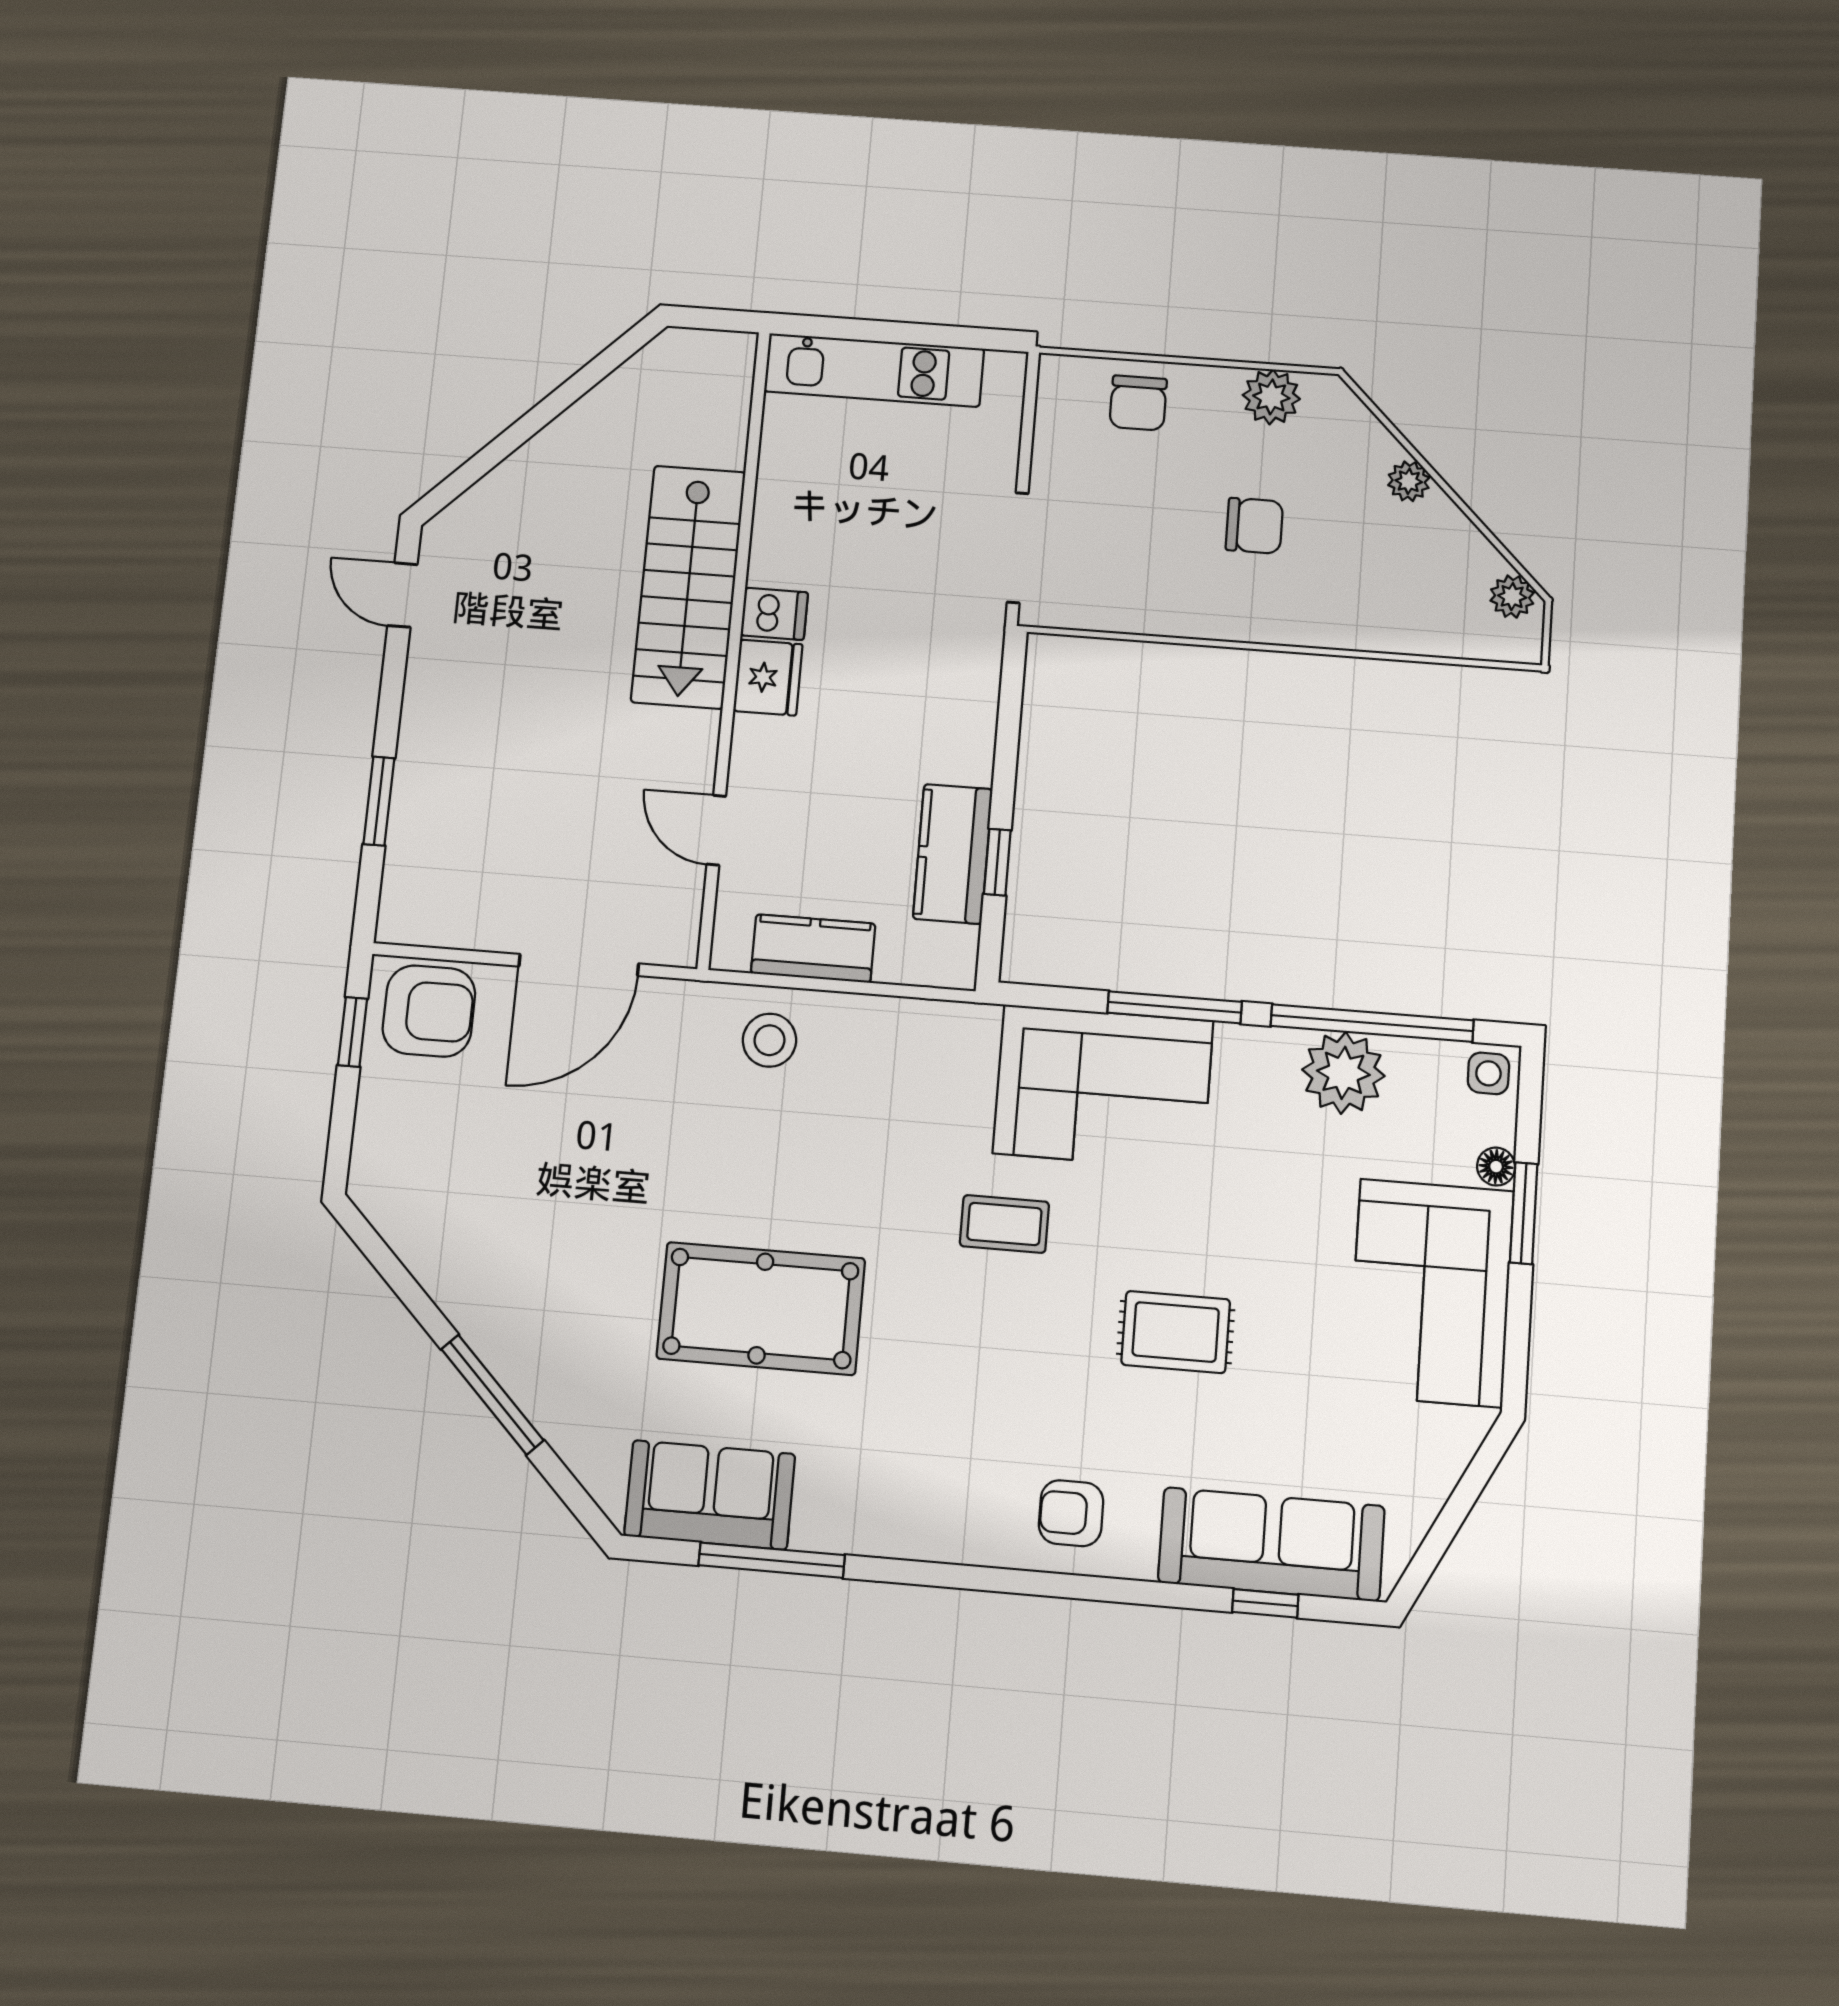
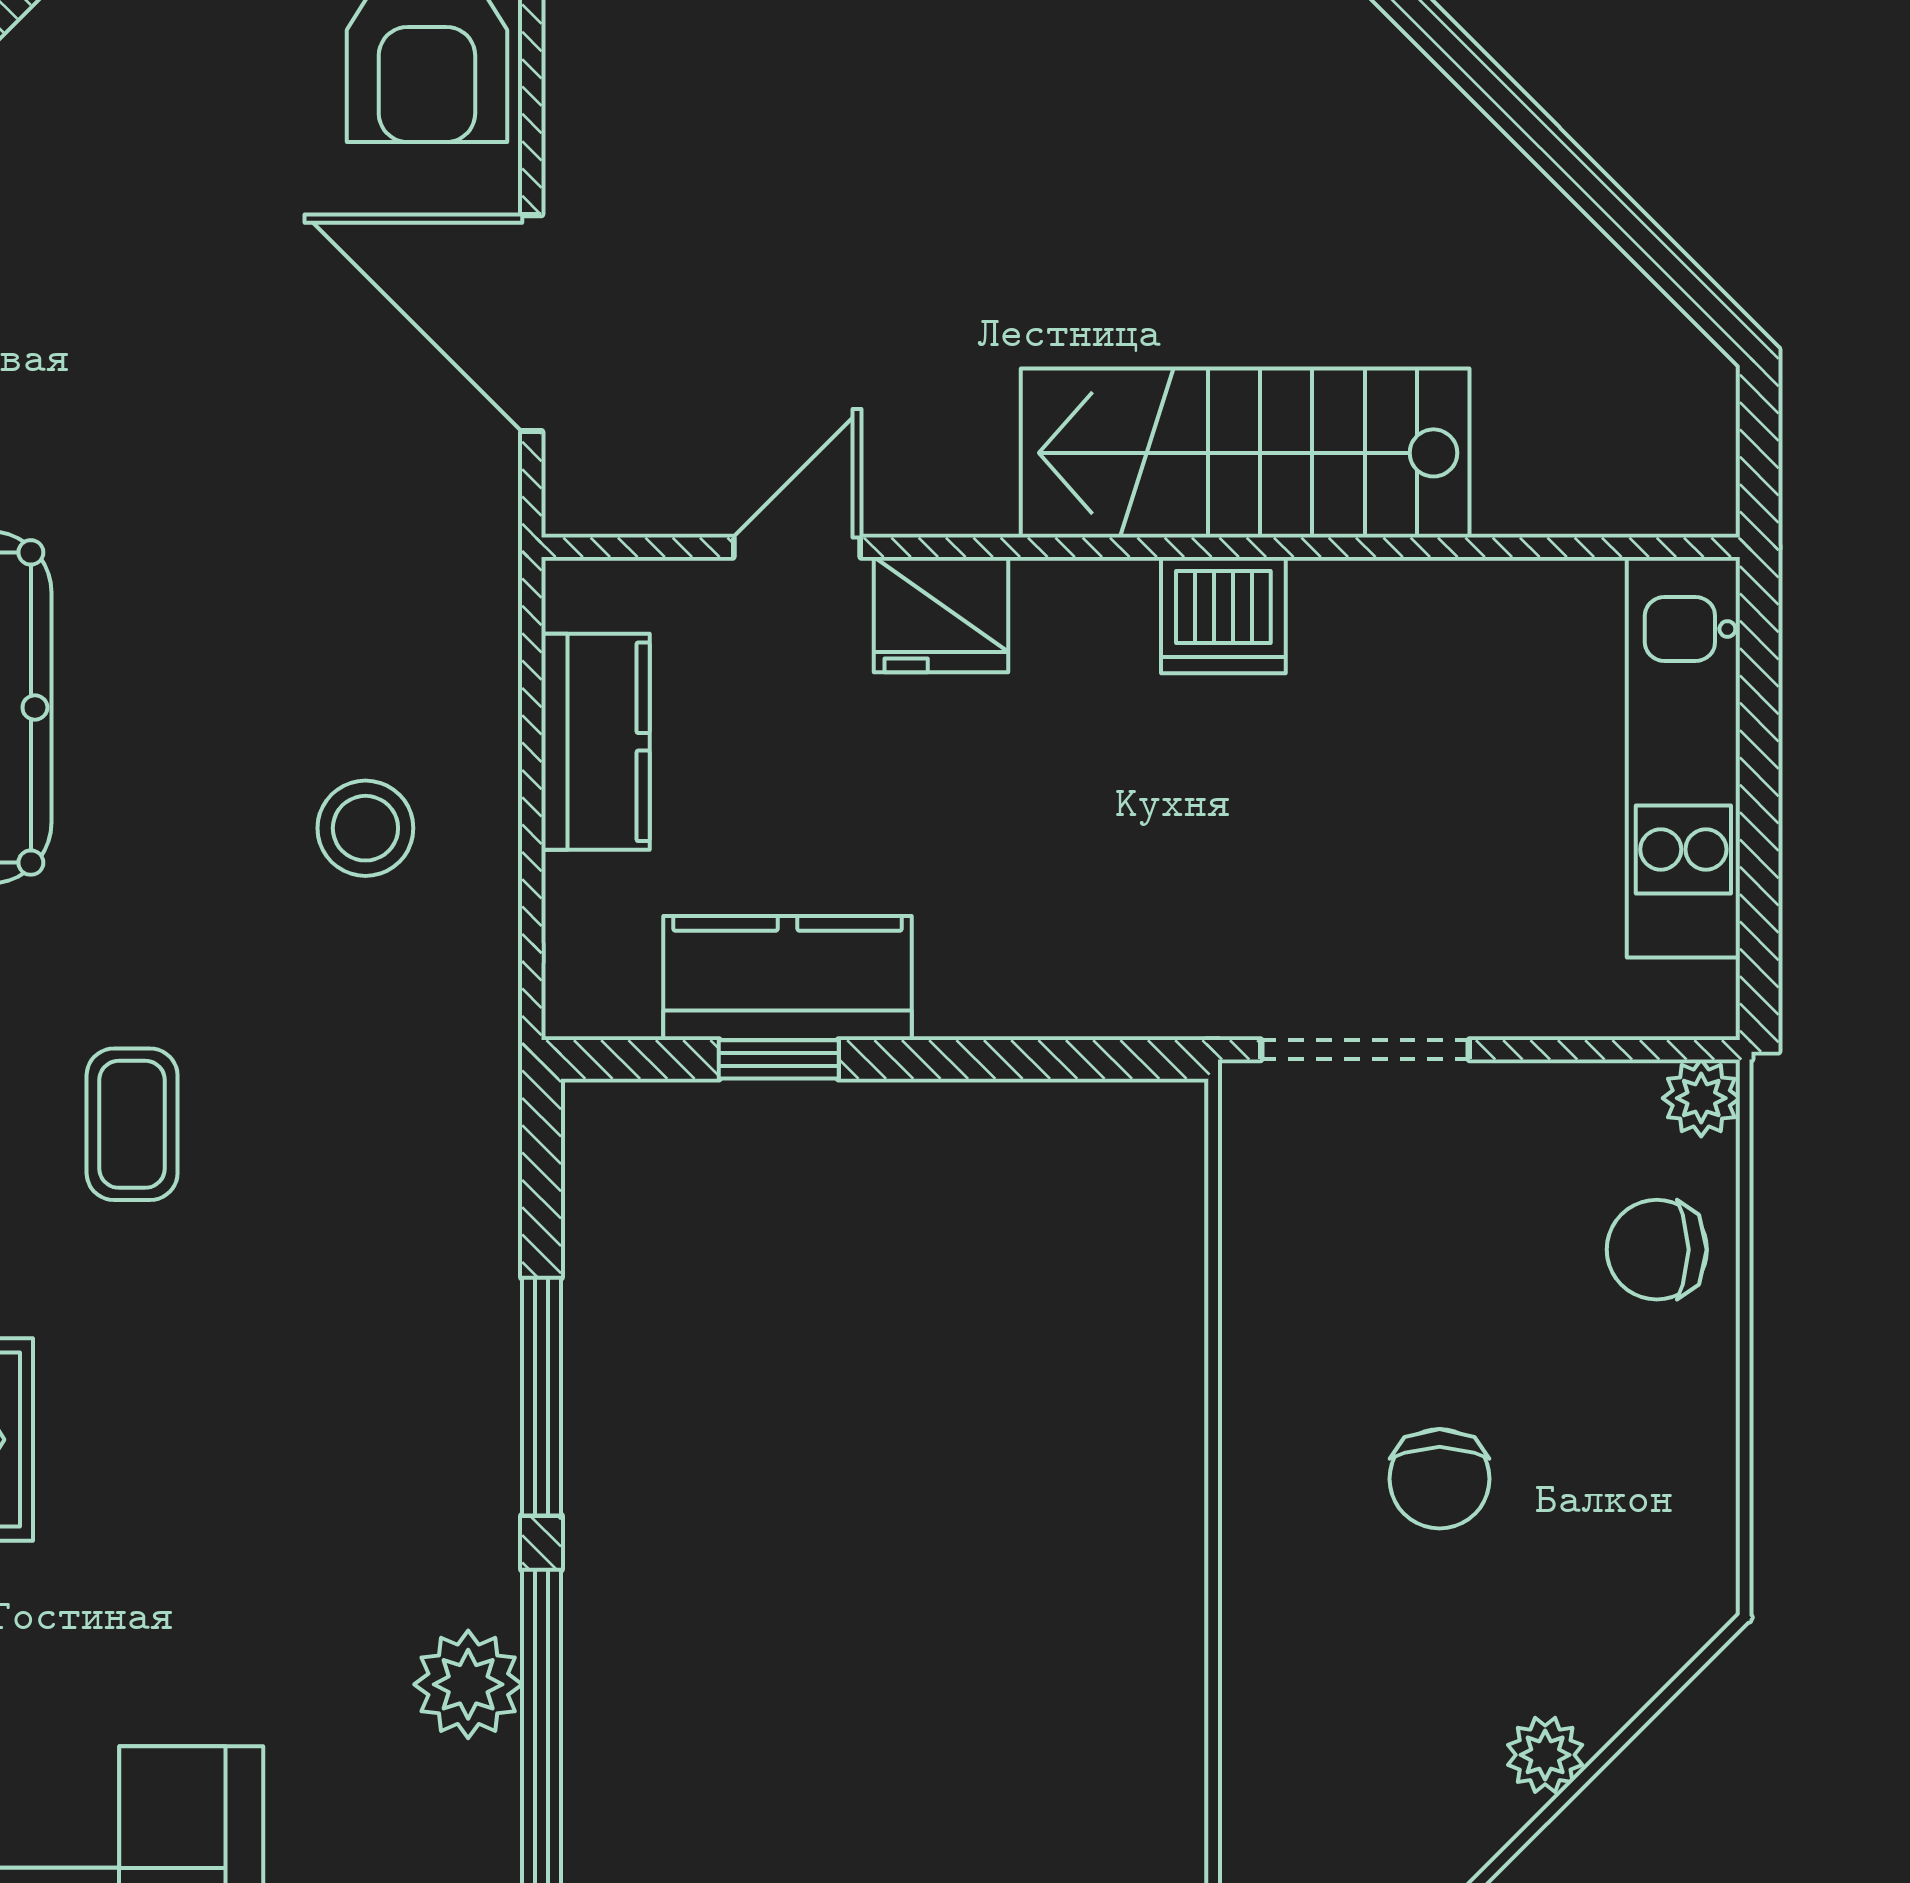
plant: (1271, 397) -> (1701, 1098), moved, width x0.73, depth x0.73
dishwasher: (774, 614) -> (1223, 615), width x1.38
fridge: (768, 678) -> (941, 615), moved
stool: (769, 1040) -> (365, 828), moved
plant: (1343, 1073) -> (468, 1684), width x0.73, depth x0.73
corner sofa: (1103, 1087) -> (389, 1280), removed

